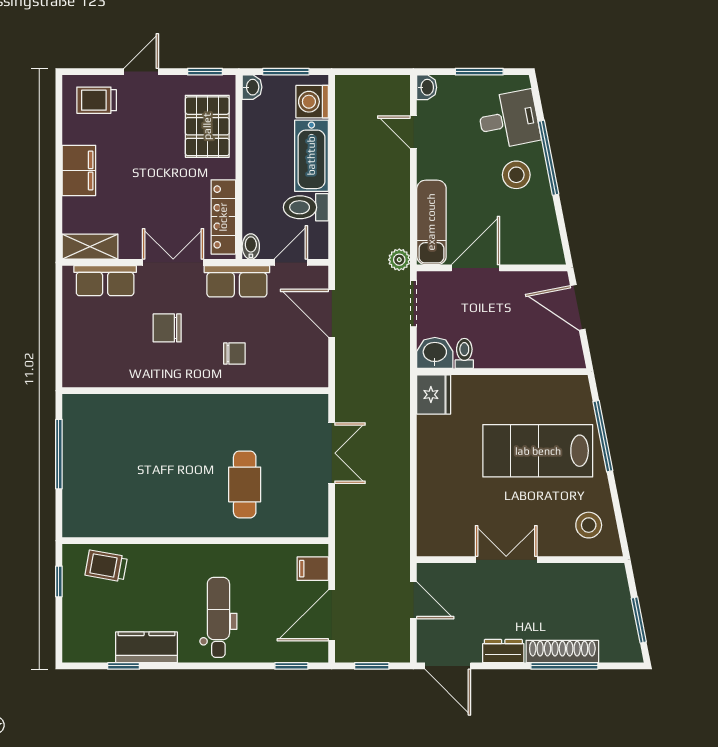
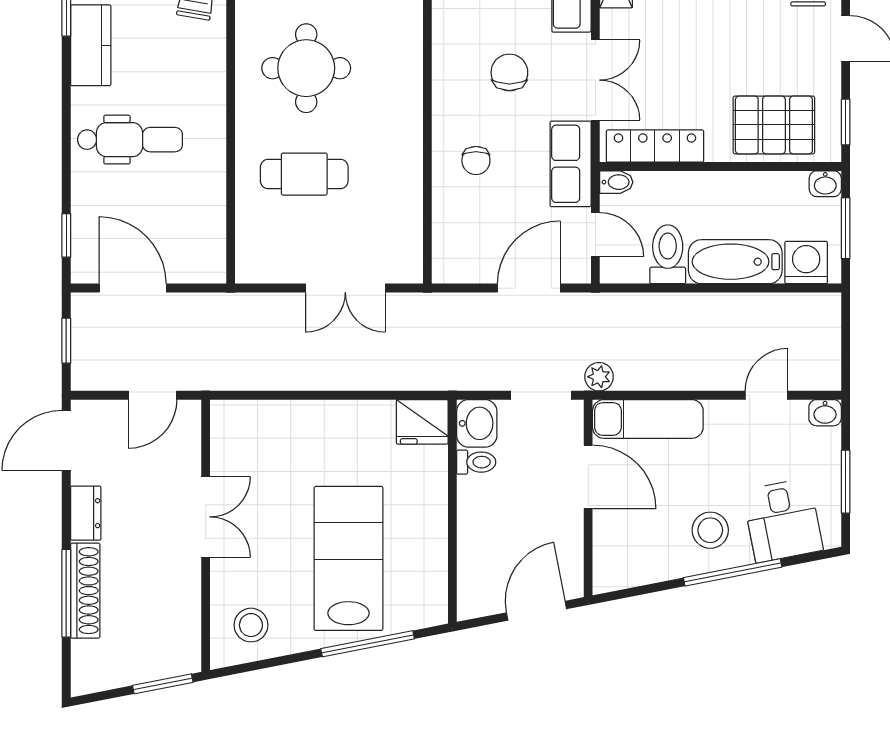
round table: (164, 483) -> (306, 68), added
filing cabinet: (313, 569) -> (194, 263), removed
window: (639, 620) -> (163, 684), moved

